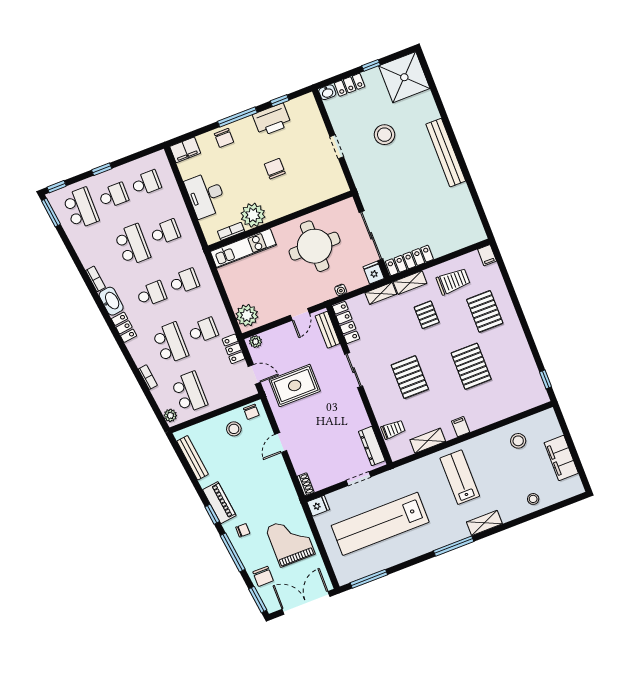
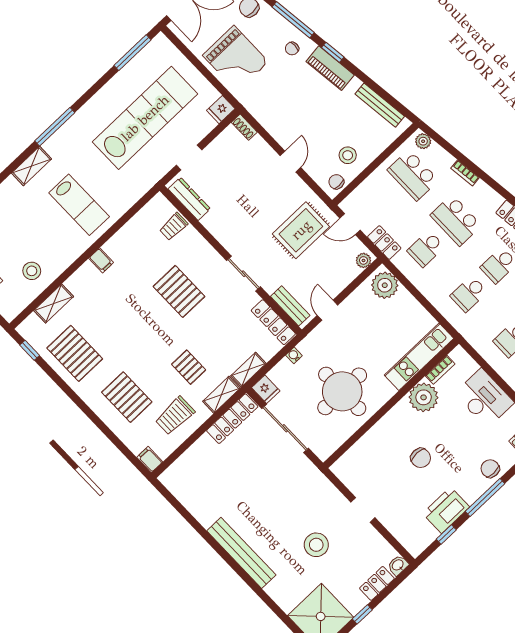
pallet: (471, 366) -> (75, 353), moved
shelving: (428, 441) -> (54, 303), moved

